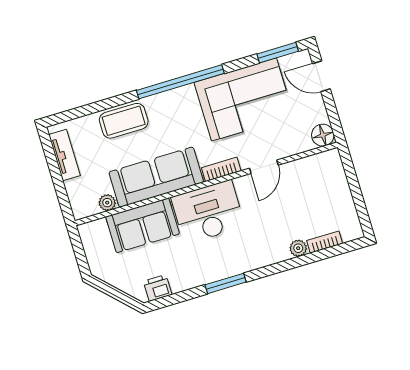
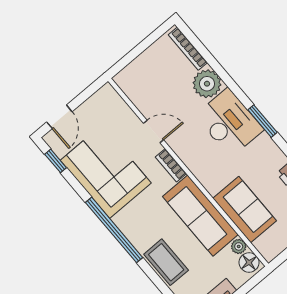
window: (278, 53) -> (56, 161), width x0.67
floor lamp: (323, 135) -> (249, 262), moved
desk: (208, 212) -> (229, 123), moved, turned 180
bookcase: (325, 242) -> (188, 49), width x1.56
plant: (298, 248) -> (207, 84), width x1.87, depth x1.87

